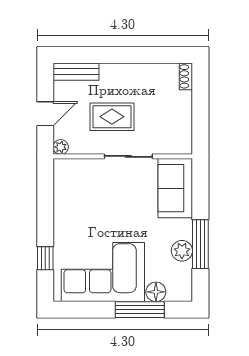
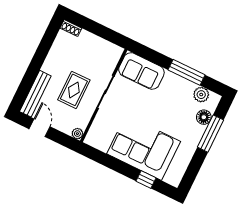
bench: (76, 72) -> (35, 94), width x1.36
door: (45, 114) -> (40, 128), moved
plant: (182, 251) -> (201, 95), moved
corner sofa: (103, 272) -> (144, 148), moved, turned 90

